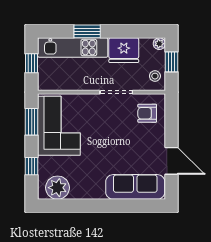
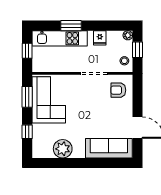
fridge: (124, 50) -> (100, 38), width x0.53, depth x0.75
plant: (58, 188) -> (63, 149), moved

